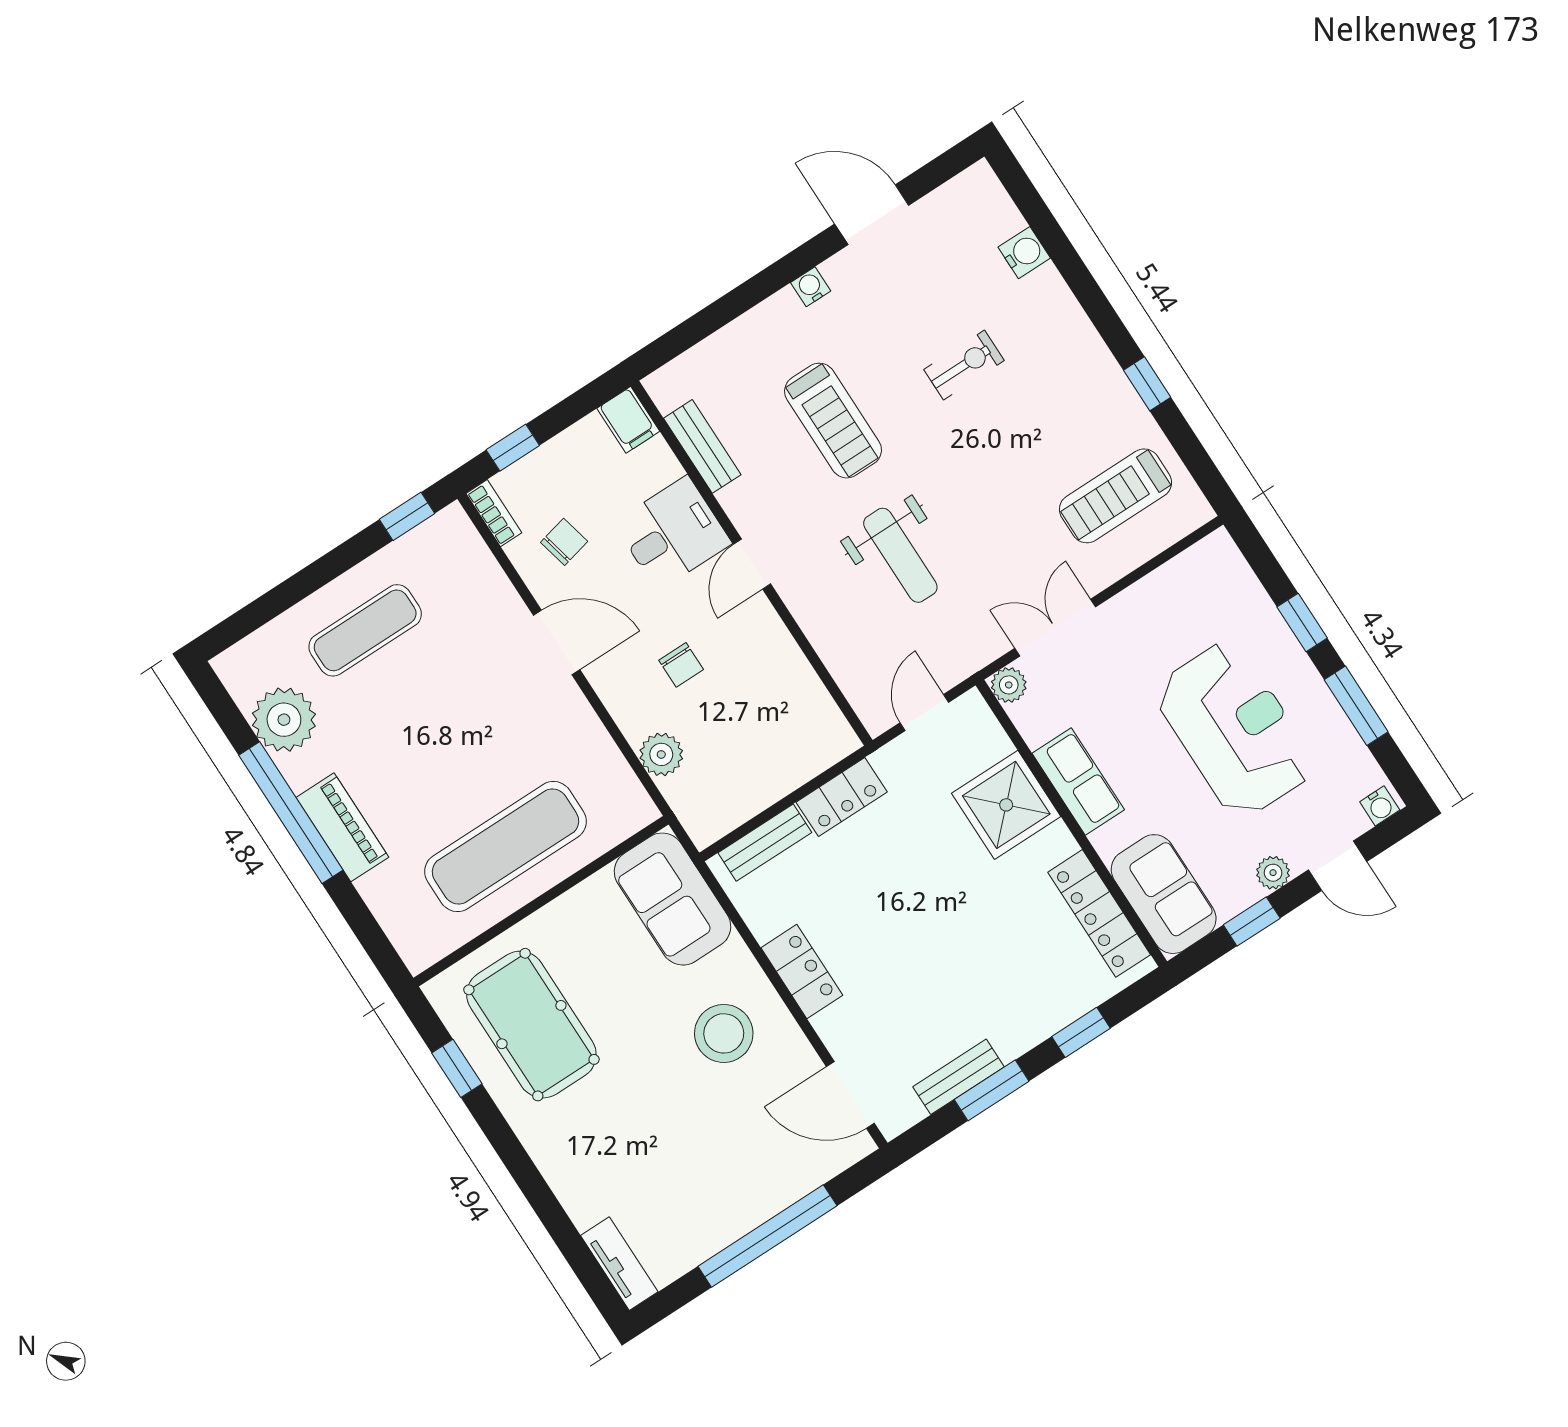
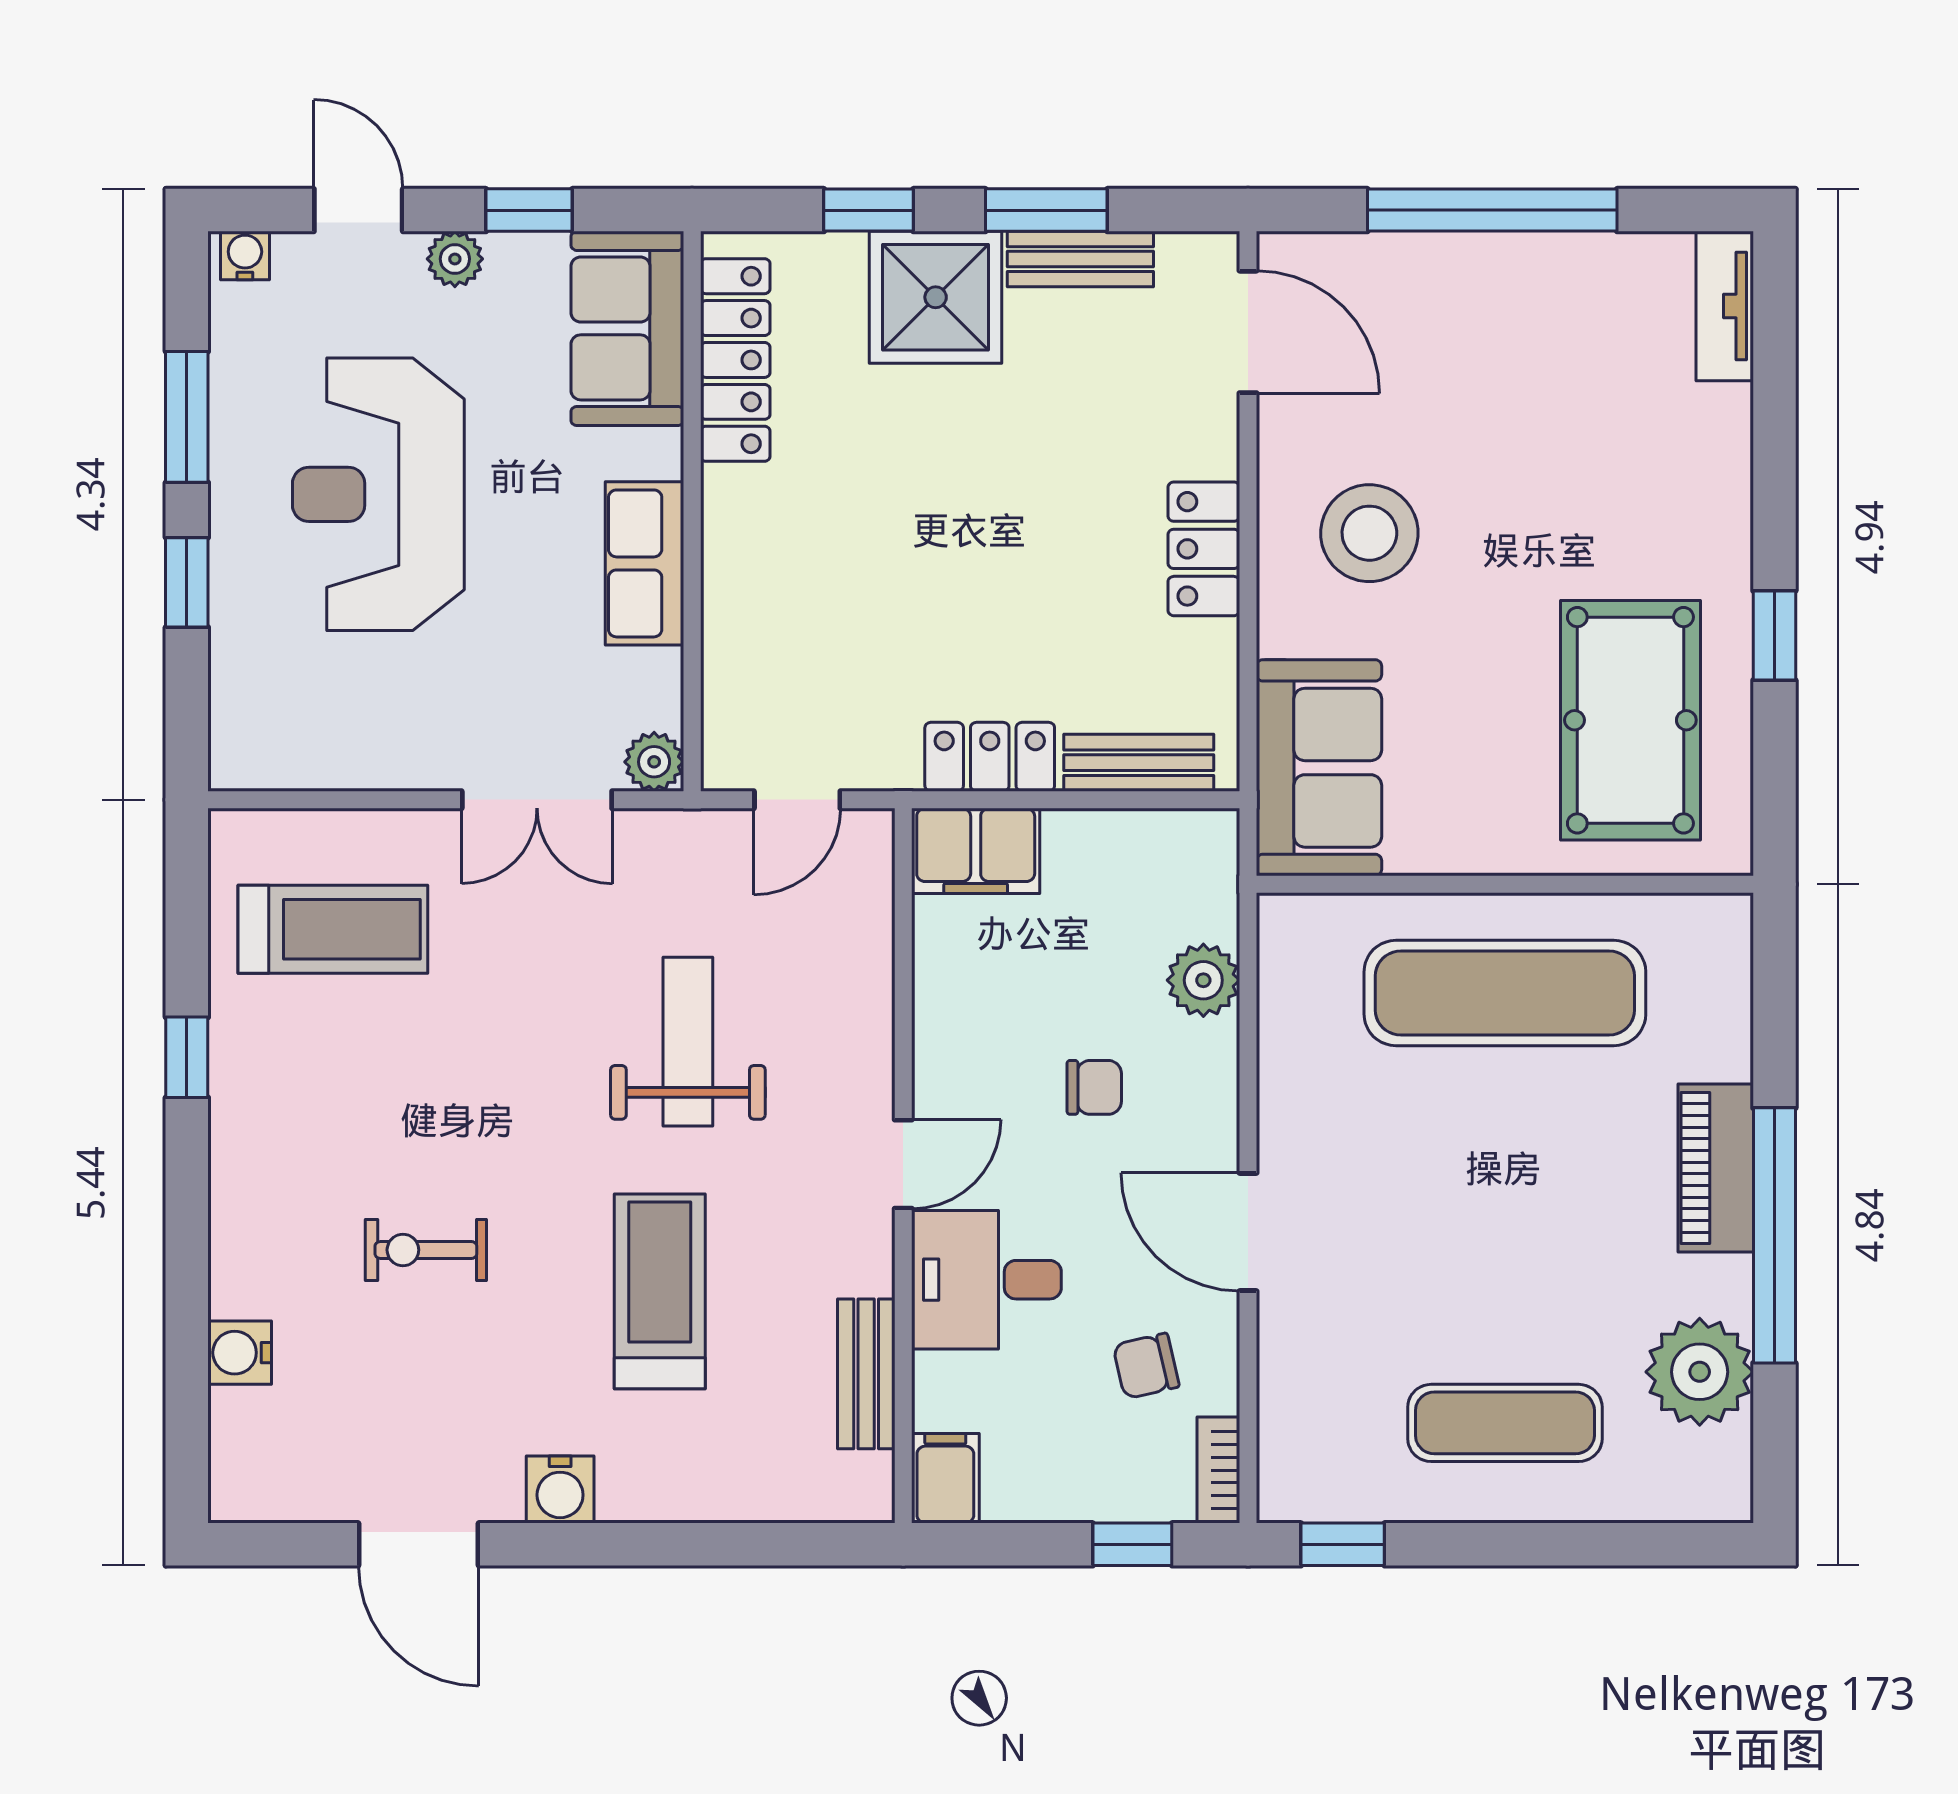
water cooler: (811, 287) -> (560, 1490), width x1.38, depth x1.38
chair: (681, 665) -> (1094, 1087), turned 90
filing cabinet: (818, 745) -> (976, 851), added
shower: (1006, 805) -> (936, 297), moved
window: (457, 1068) -> (1774, 636), moved

